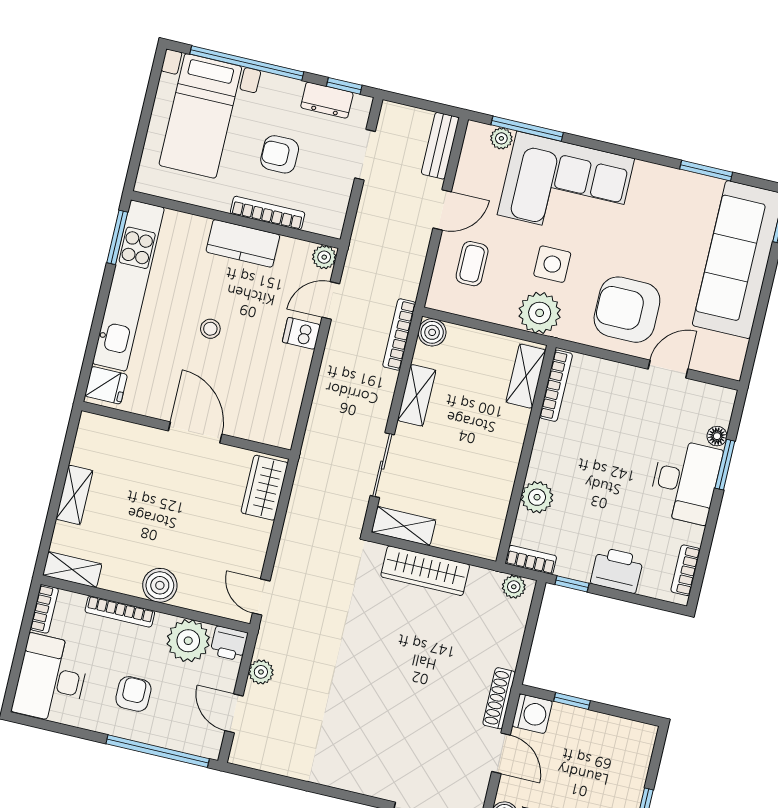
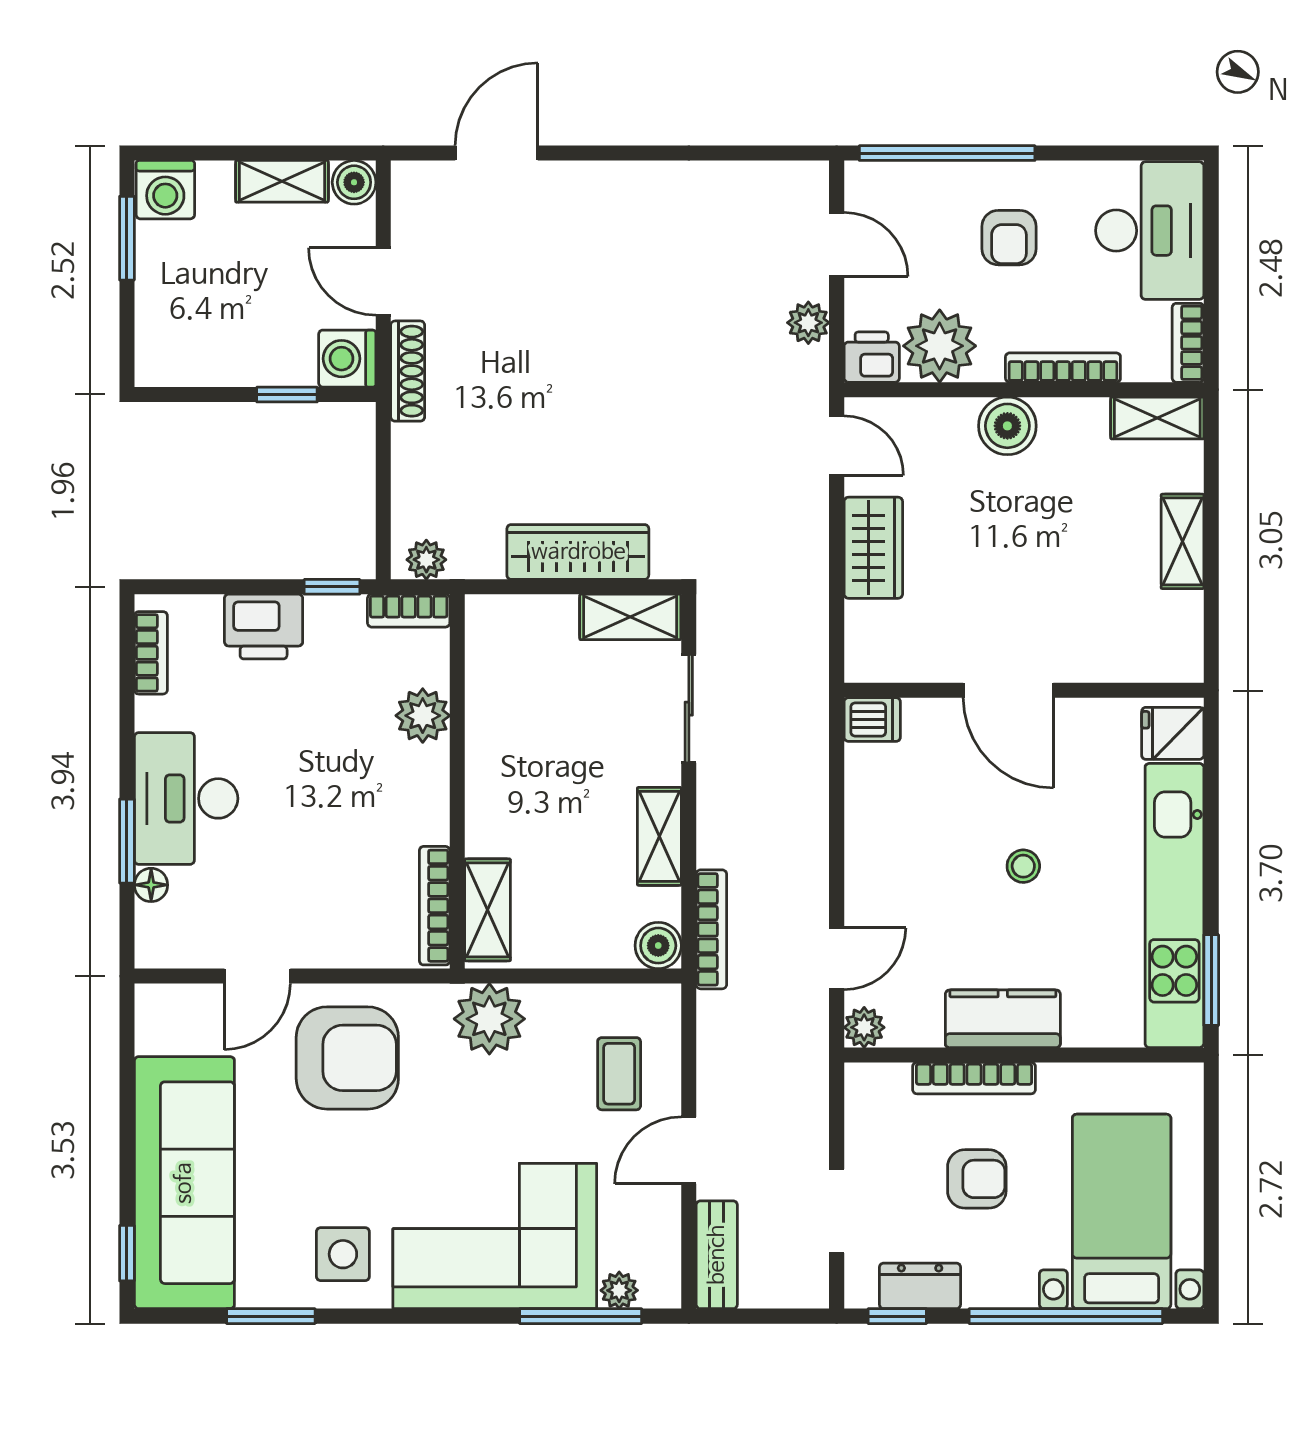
side table: (552, 264) -> (343, 1254), moved
dishwasher: (301, 333) -> (872, 720), moved
wardrobe: (265, 488) -> (873, 548), moved

